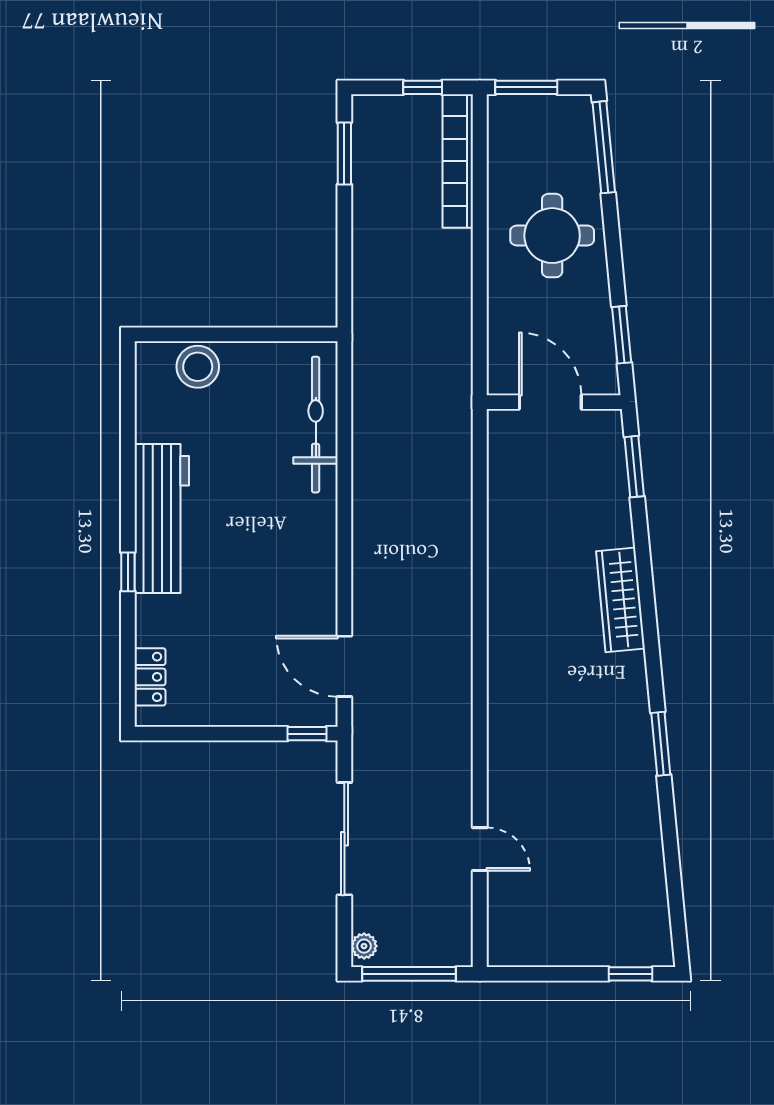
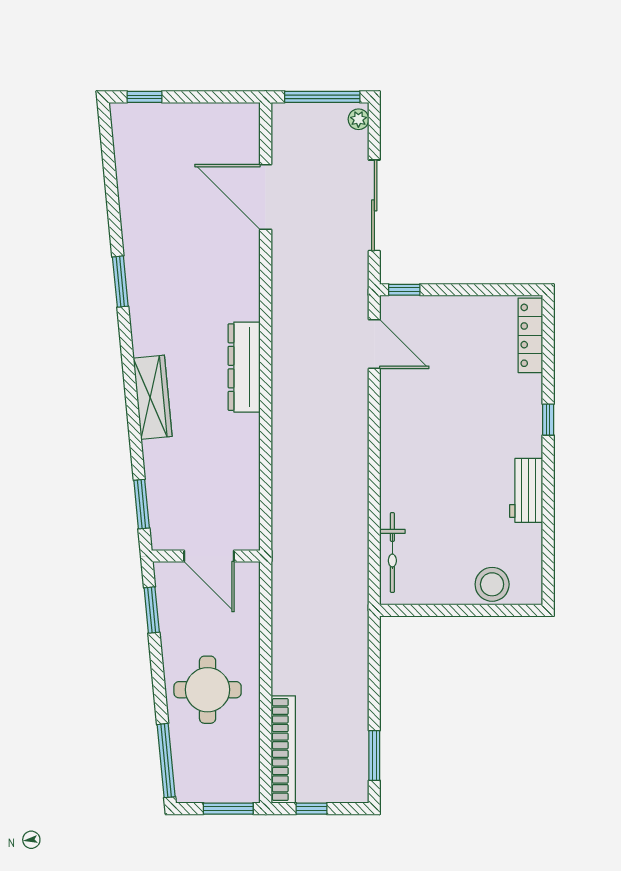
bicycle: (316, 425) -> (392, 553), width x0.73, depth x0.71
workbench: (162, 519) -> (526, 490), width x0.53, depth x0.76
dresser: (507, 637) -> (244, 367), added
locker: (150, 677) -> (530, 335), width x1.53
door: (480, 849) -> (266, 197), width x1.88

